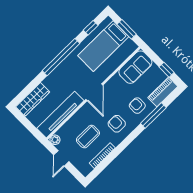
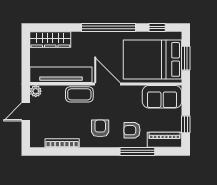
bed: (103, 46) -> (153, 59), width x1.50
door: (94, 92) -> (107, 84), swing flipped
armchair: (137, 106) -> (132, 130), turned -90
coffee table: (88, 137) -> (79, 94), moved

